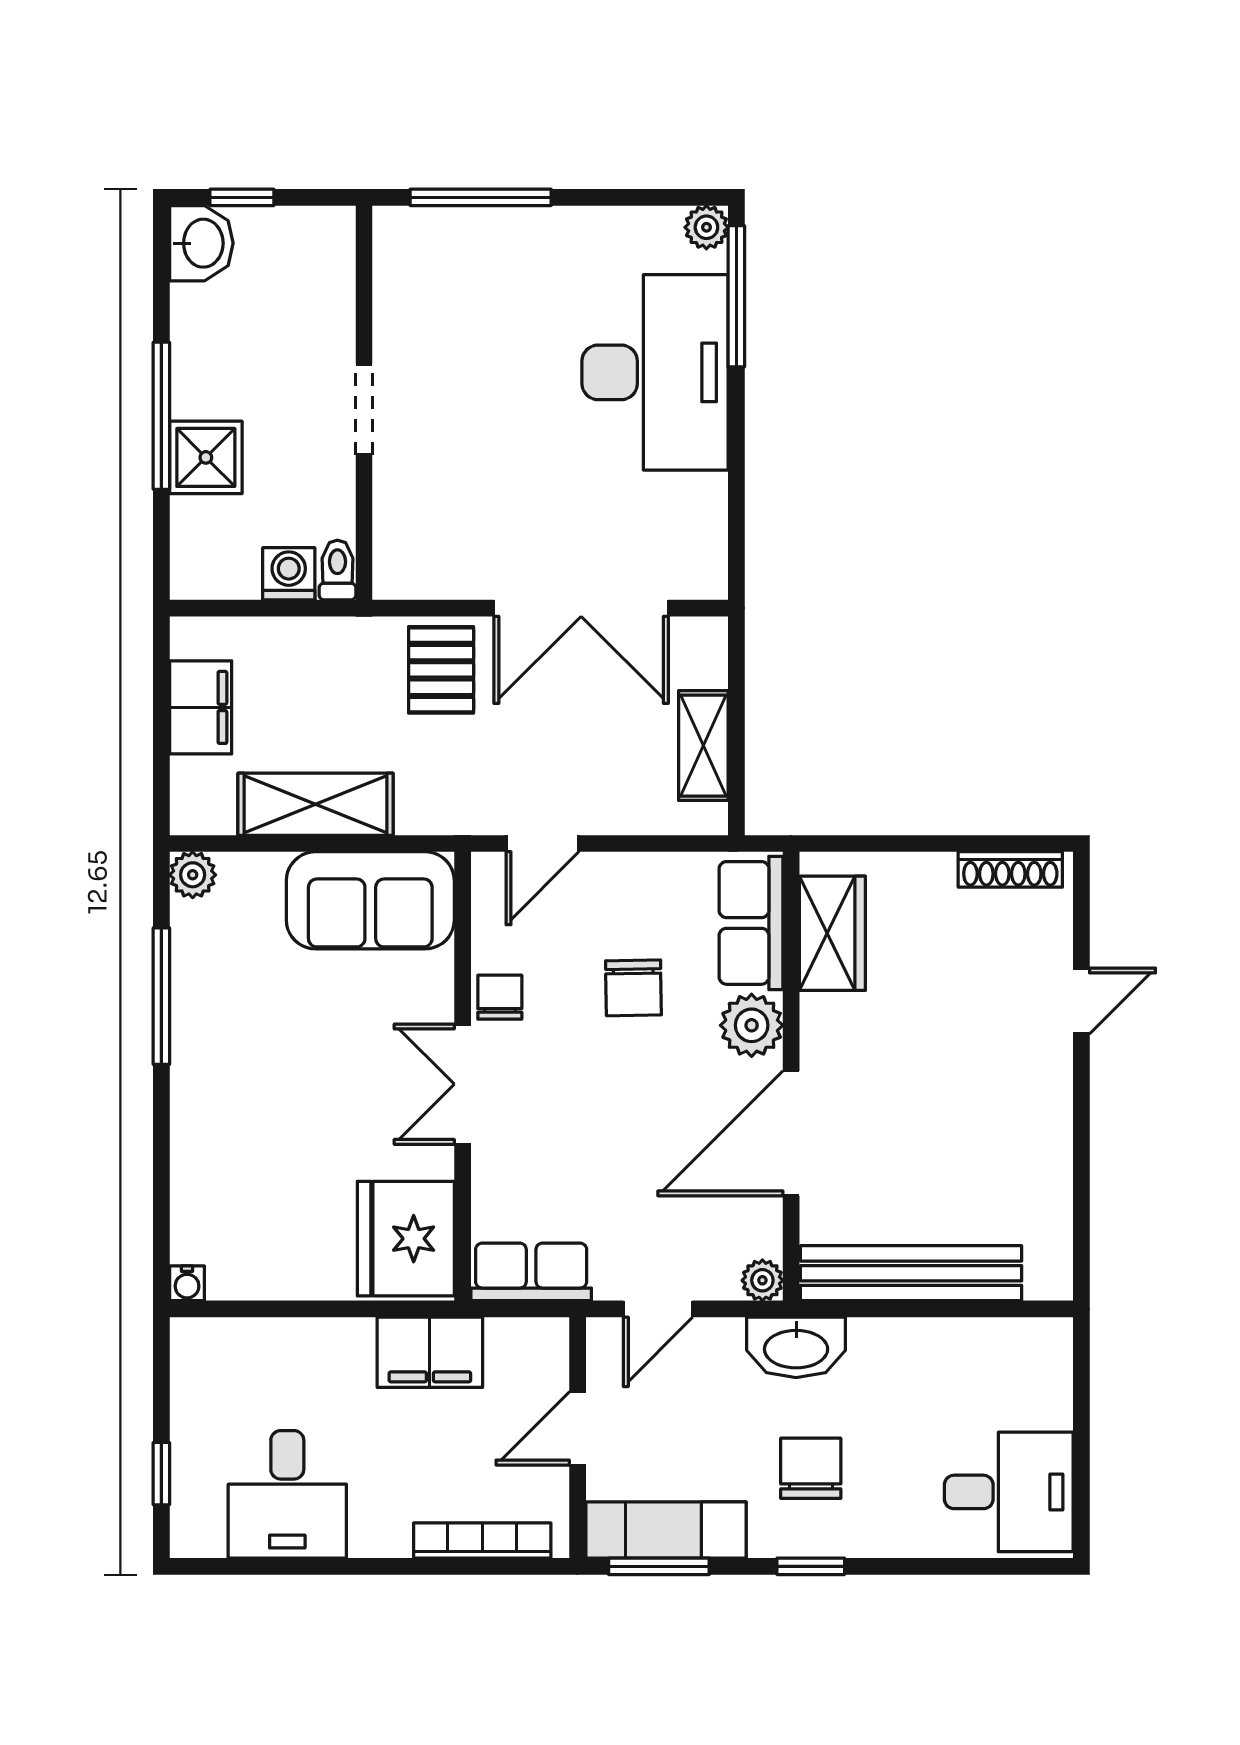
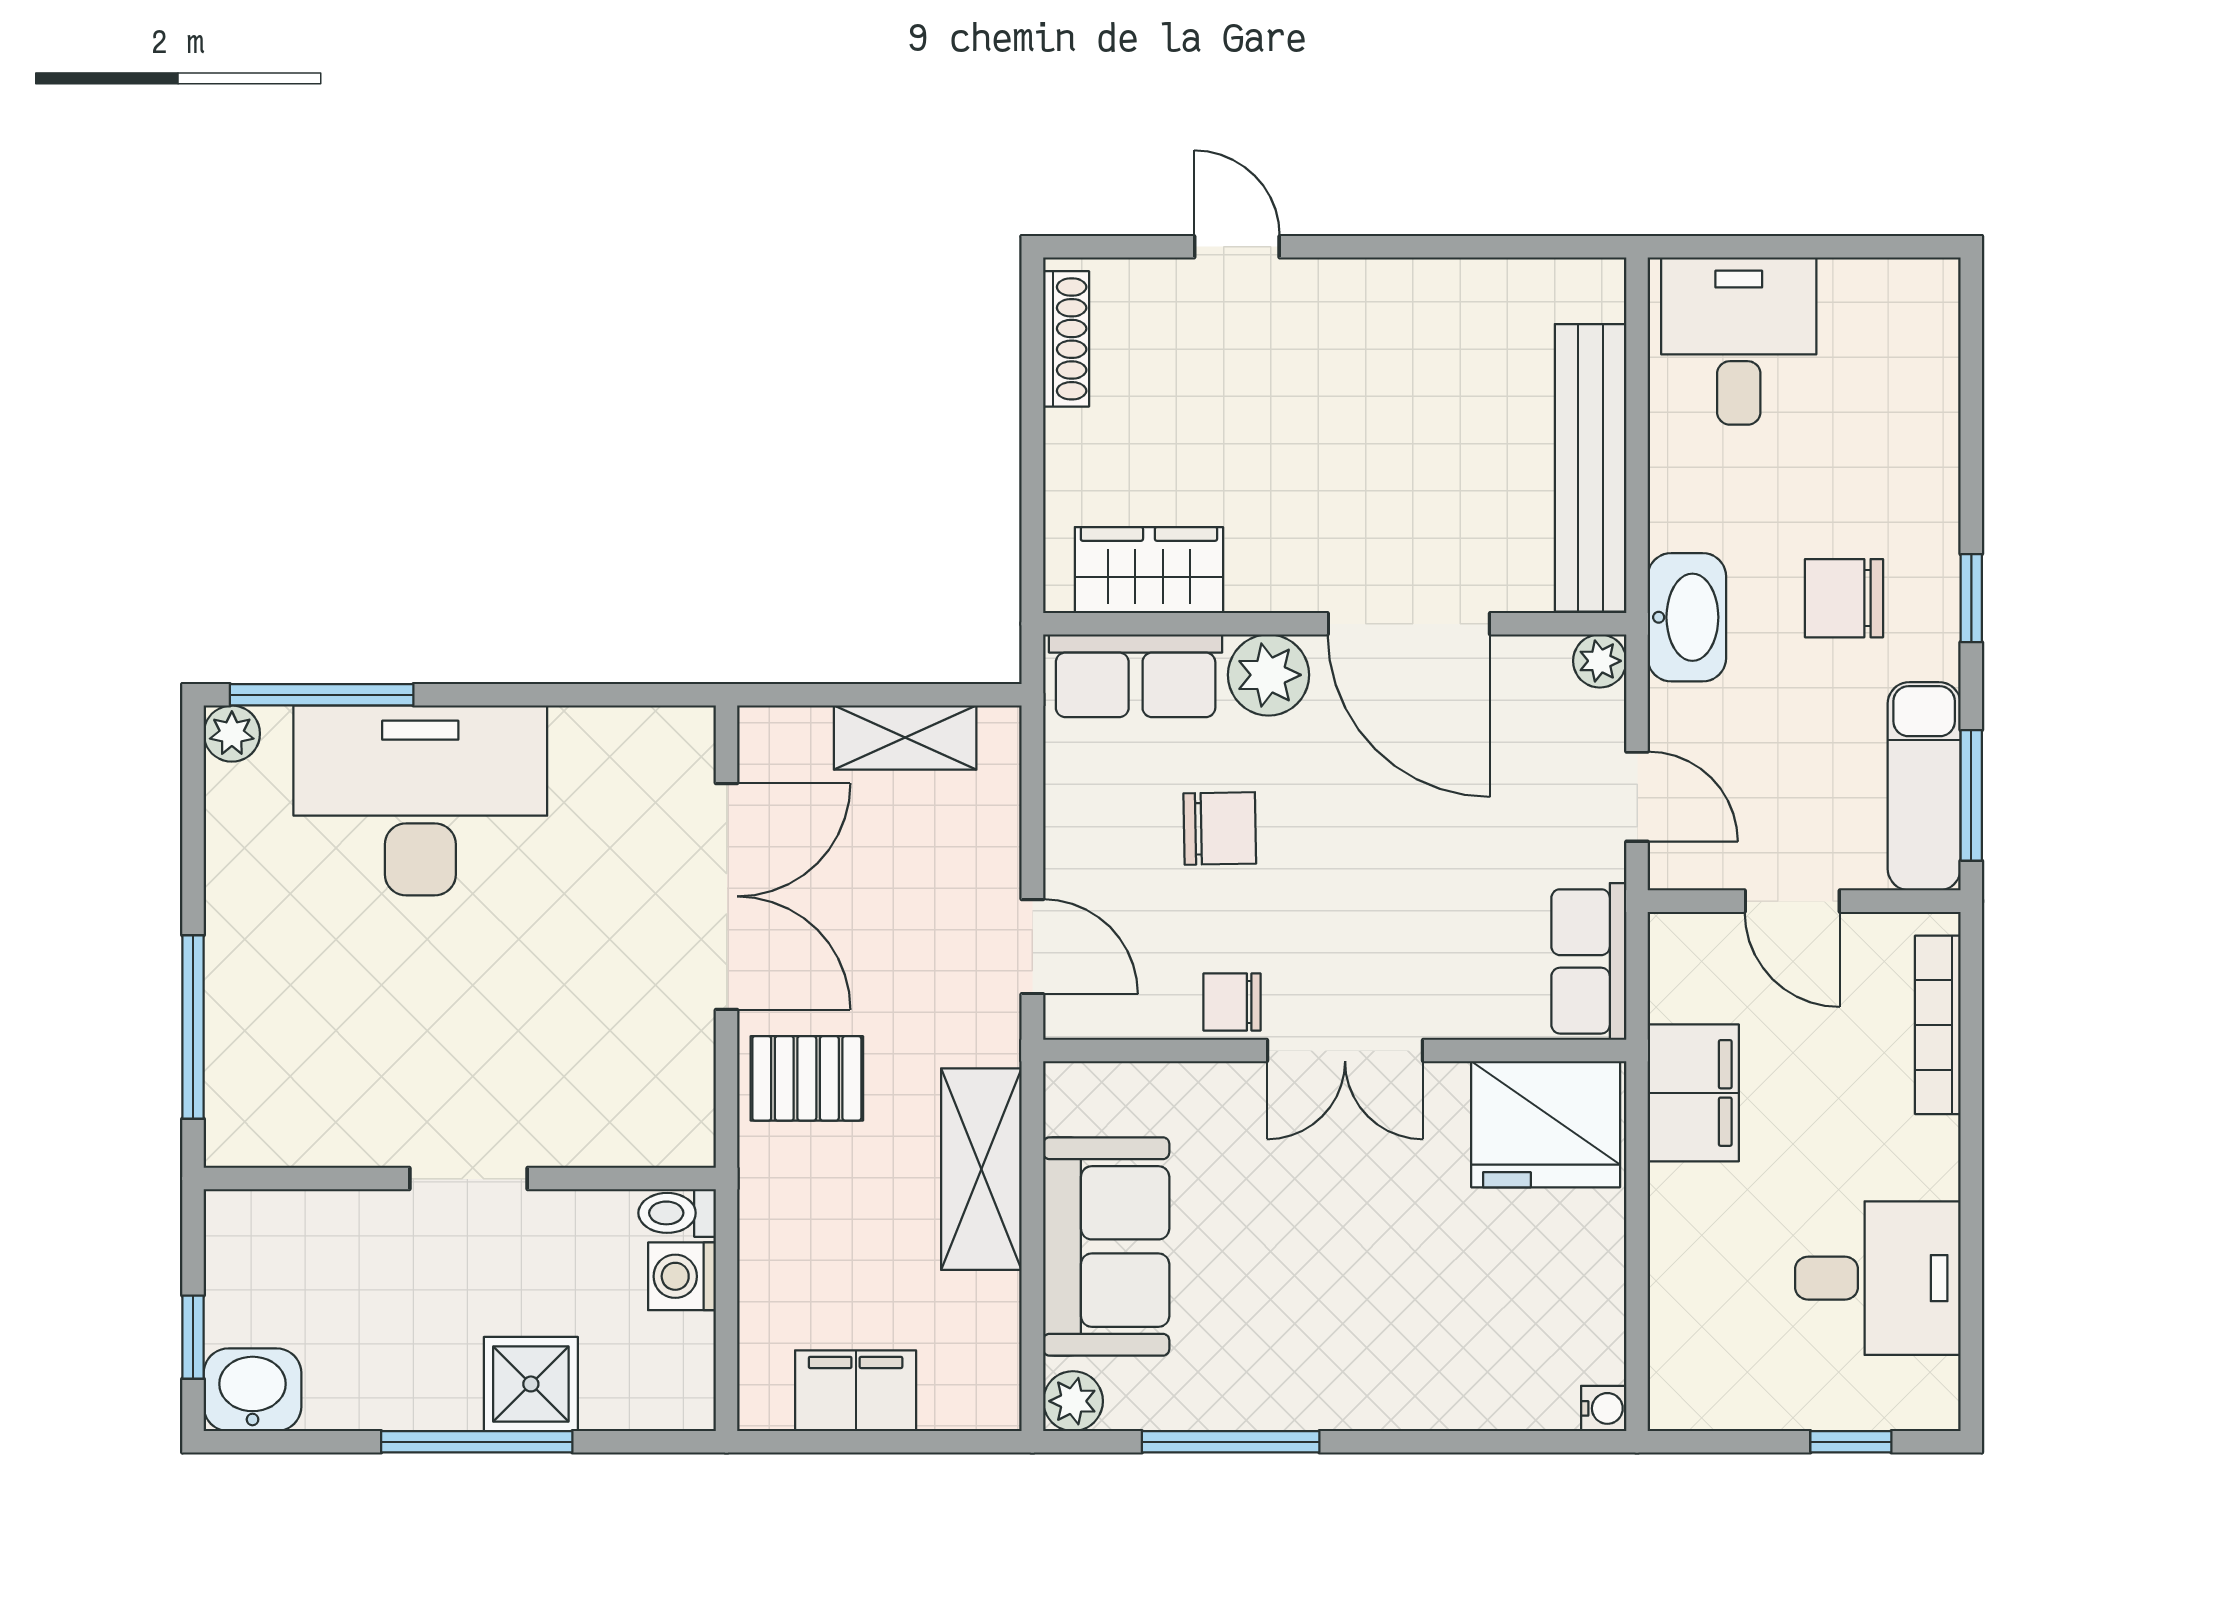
shelving: (315, 804) -> (981, 1169), moved
sofa: (370, 900) -> (1106, 1246), moved
desk: (1009, 1492) -> (1739, 341), moved

